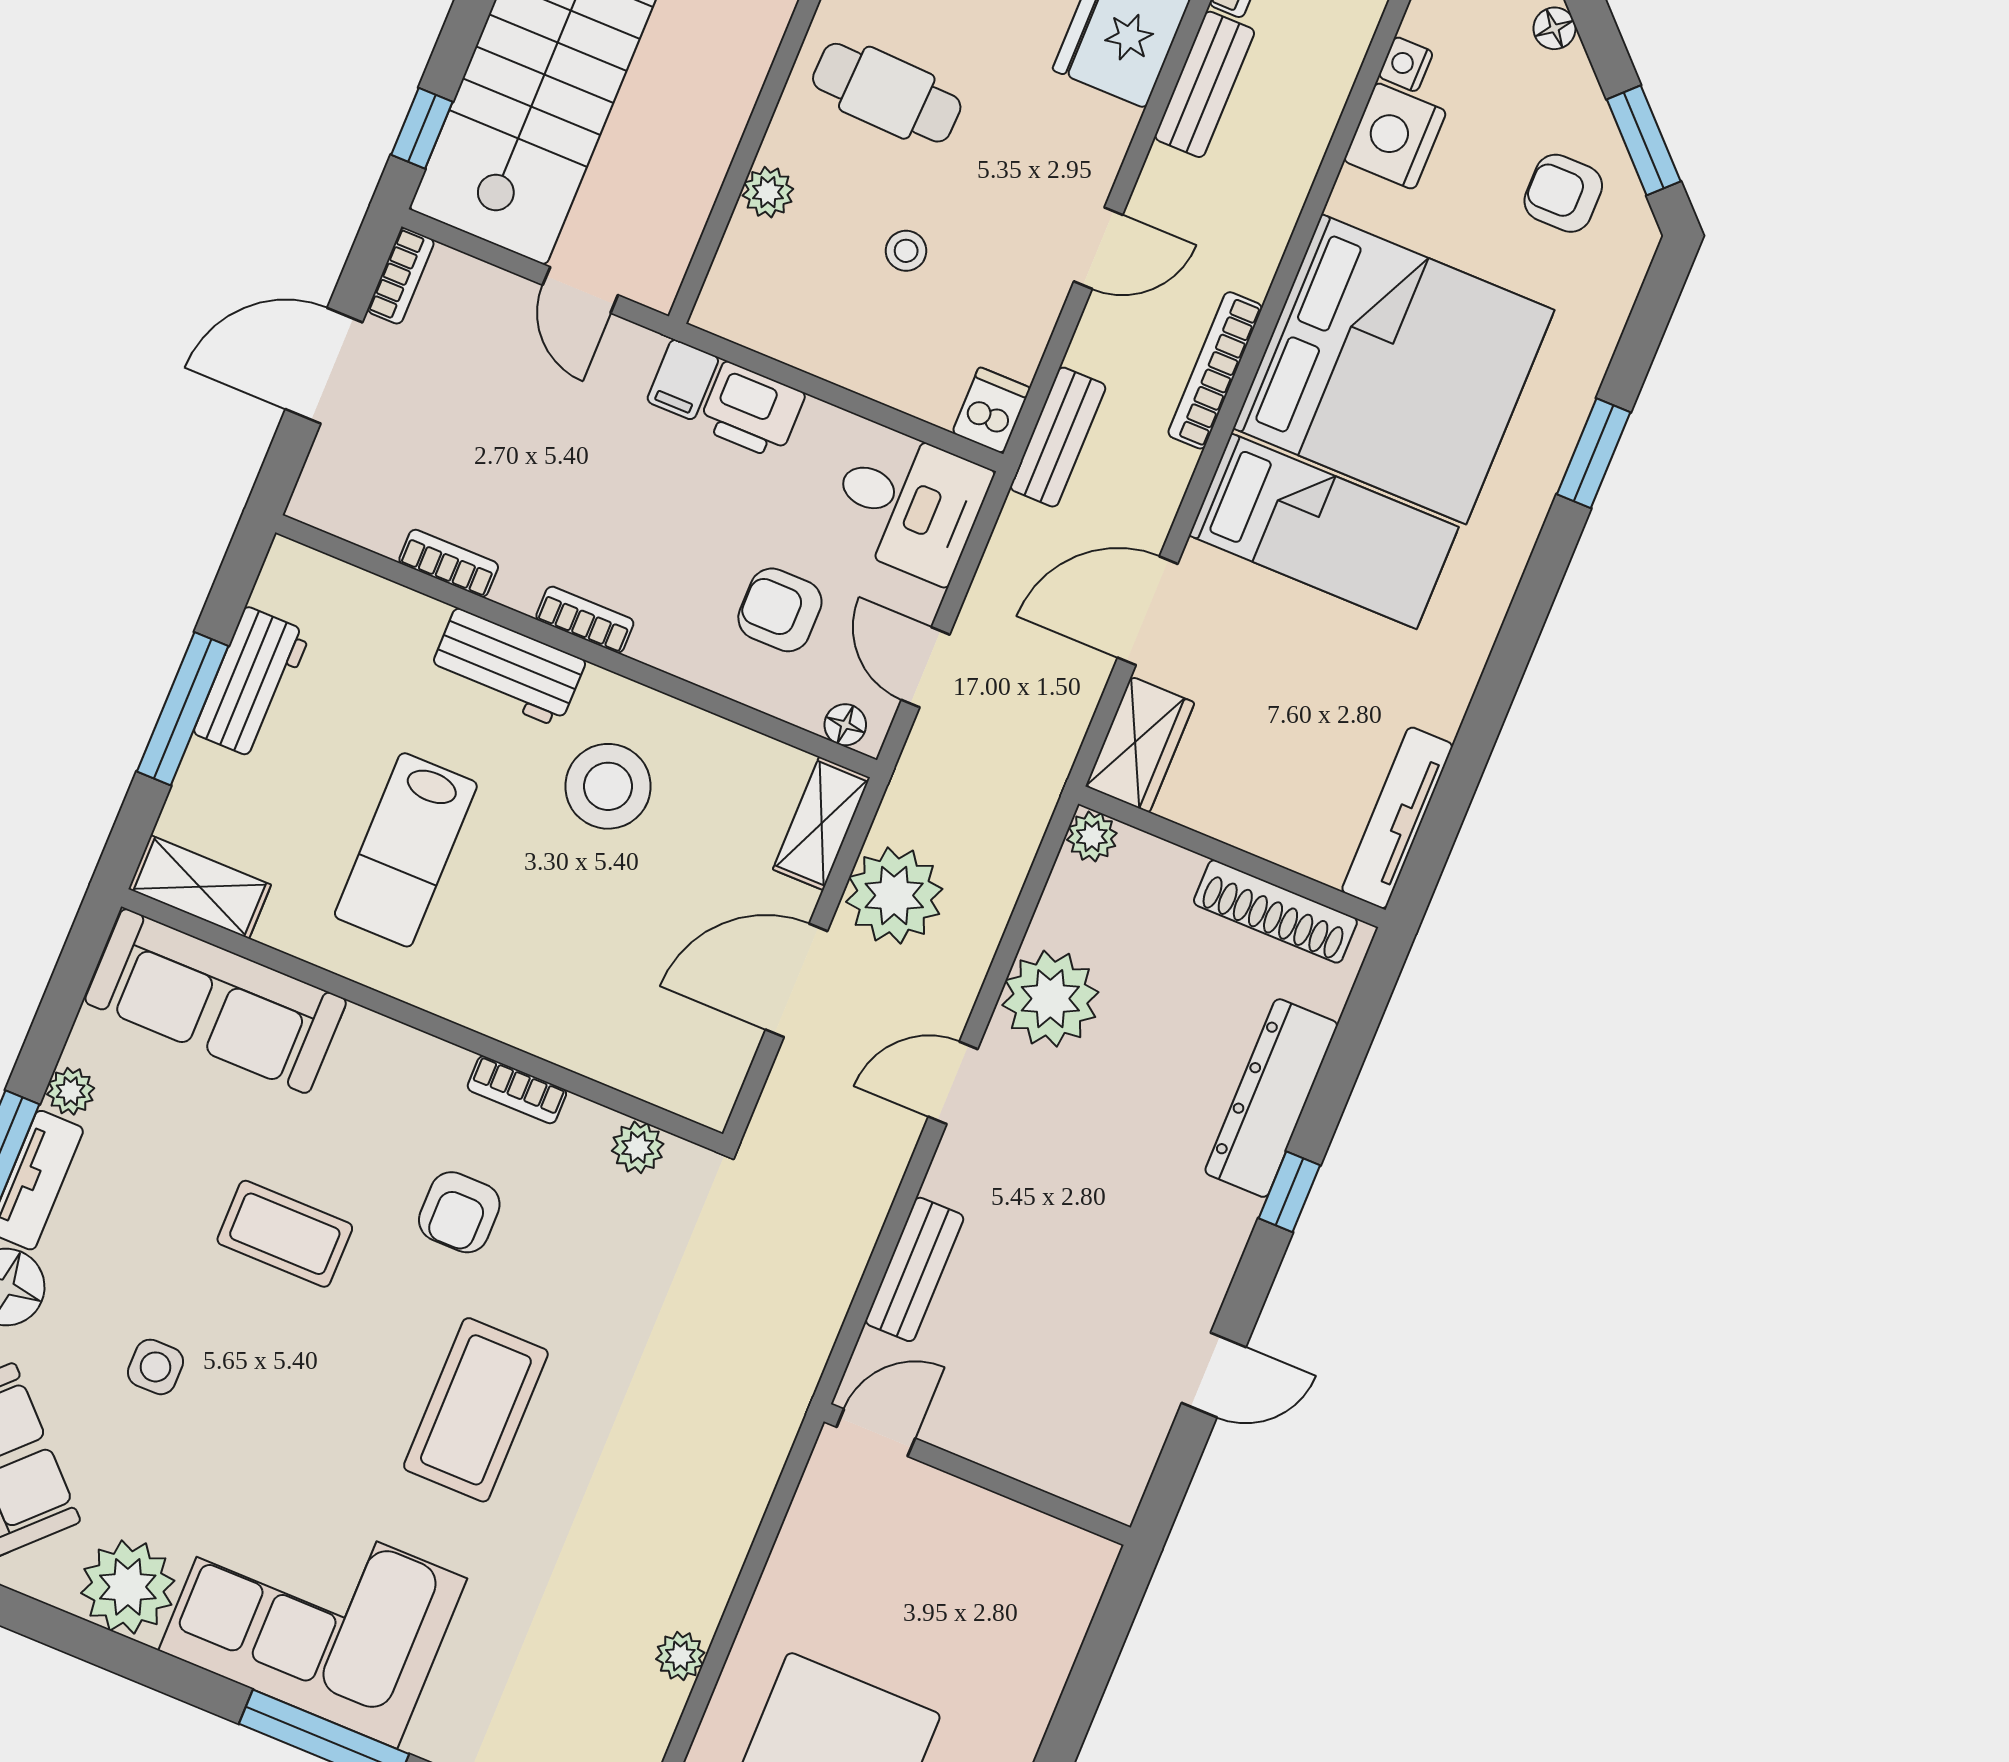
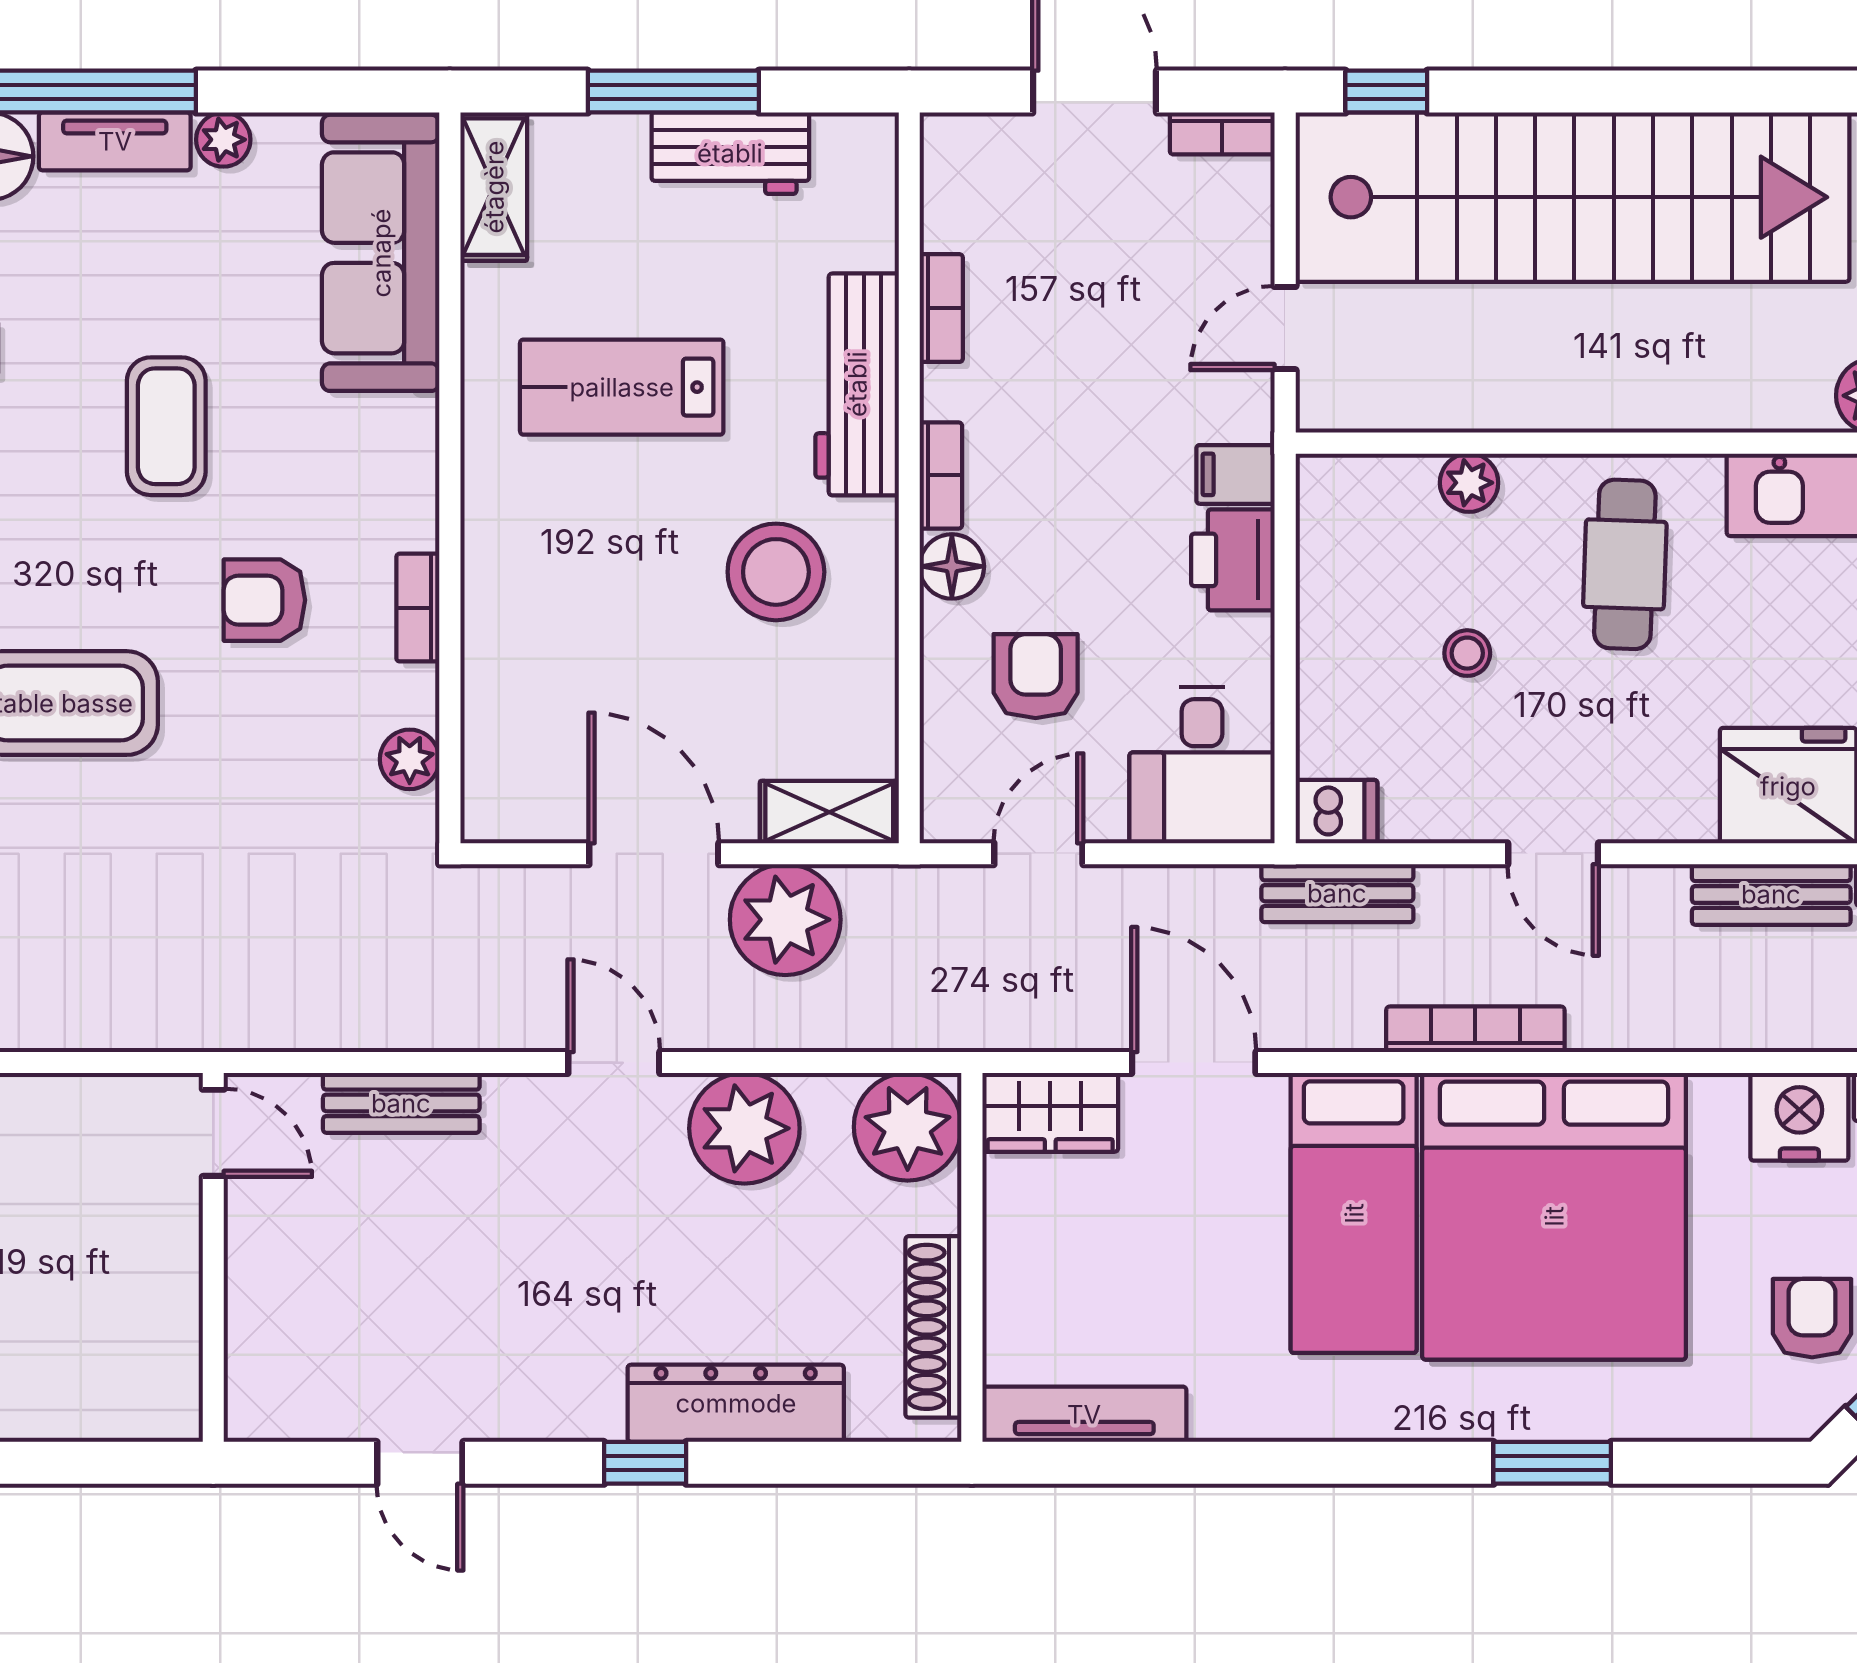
workbench: (507, 667) -> (857, 384), width x1.38
floor lamp: (845, 725) -> (952, 566), moved, width x1.37, depth x1.37
plant: (1092, 836) -> (908, 1127), width x1.88, depth x1.88

